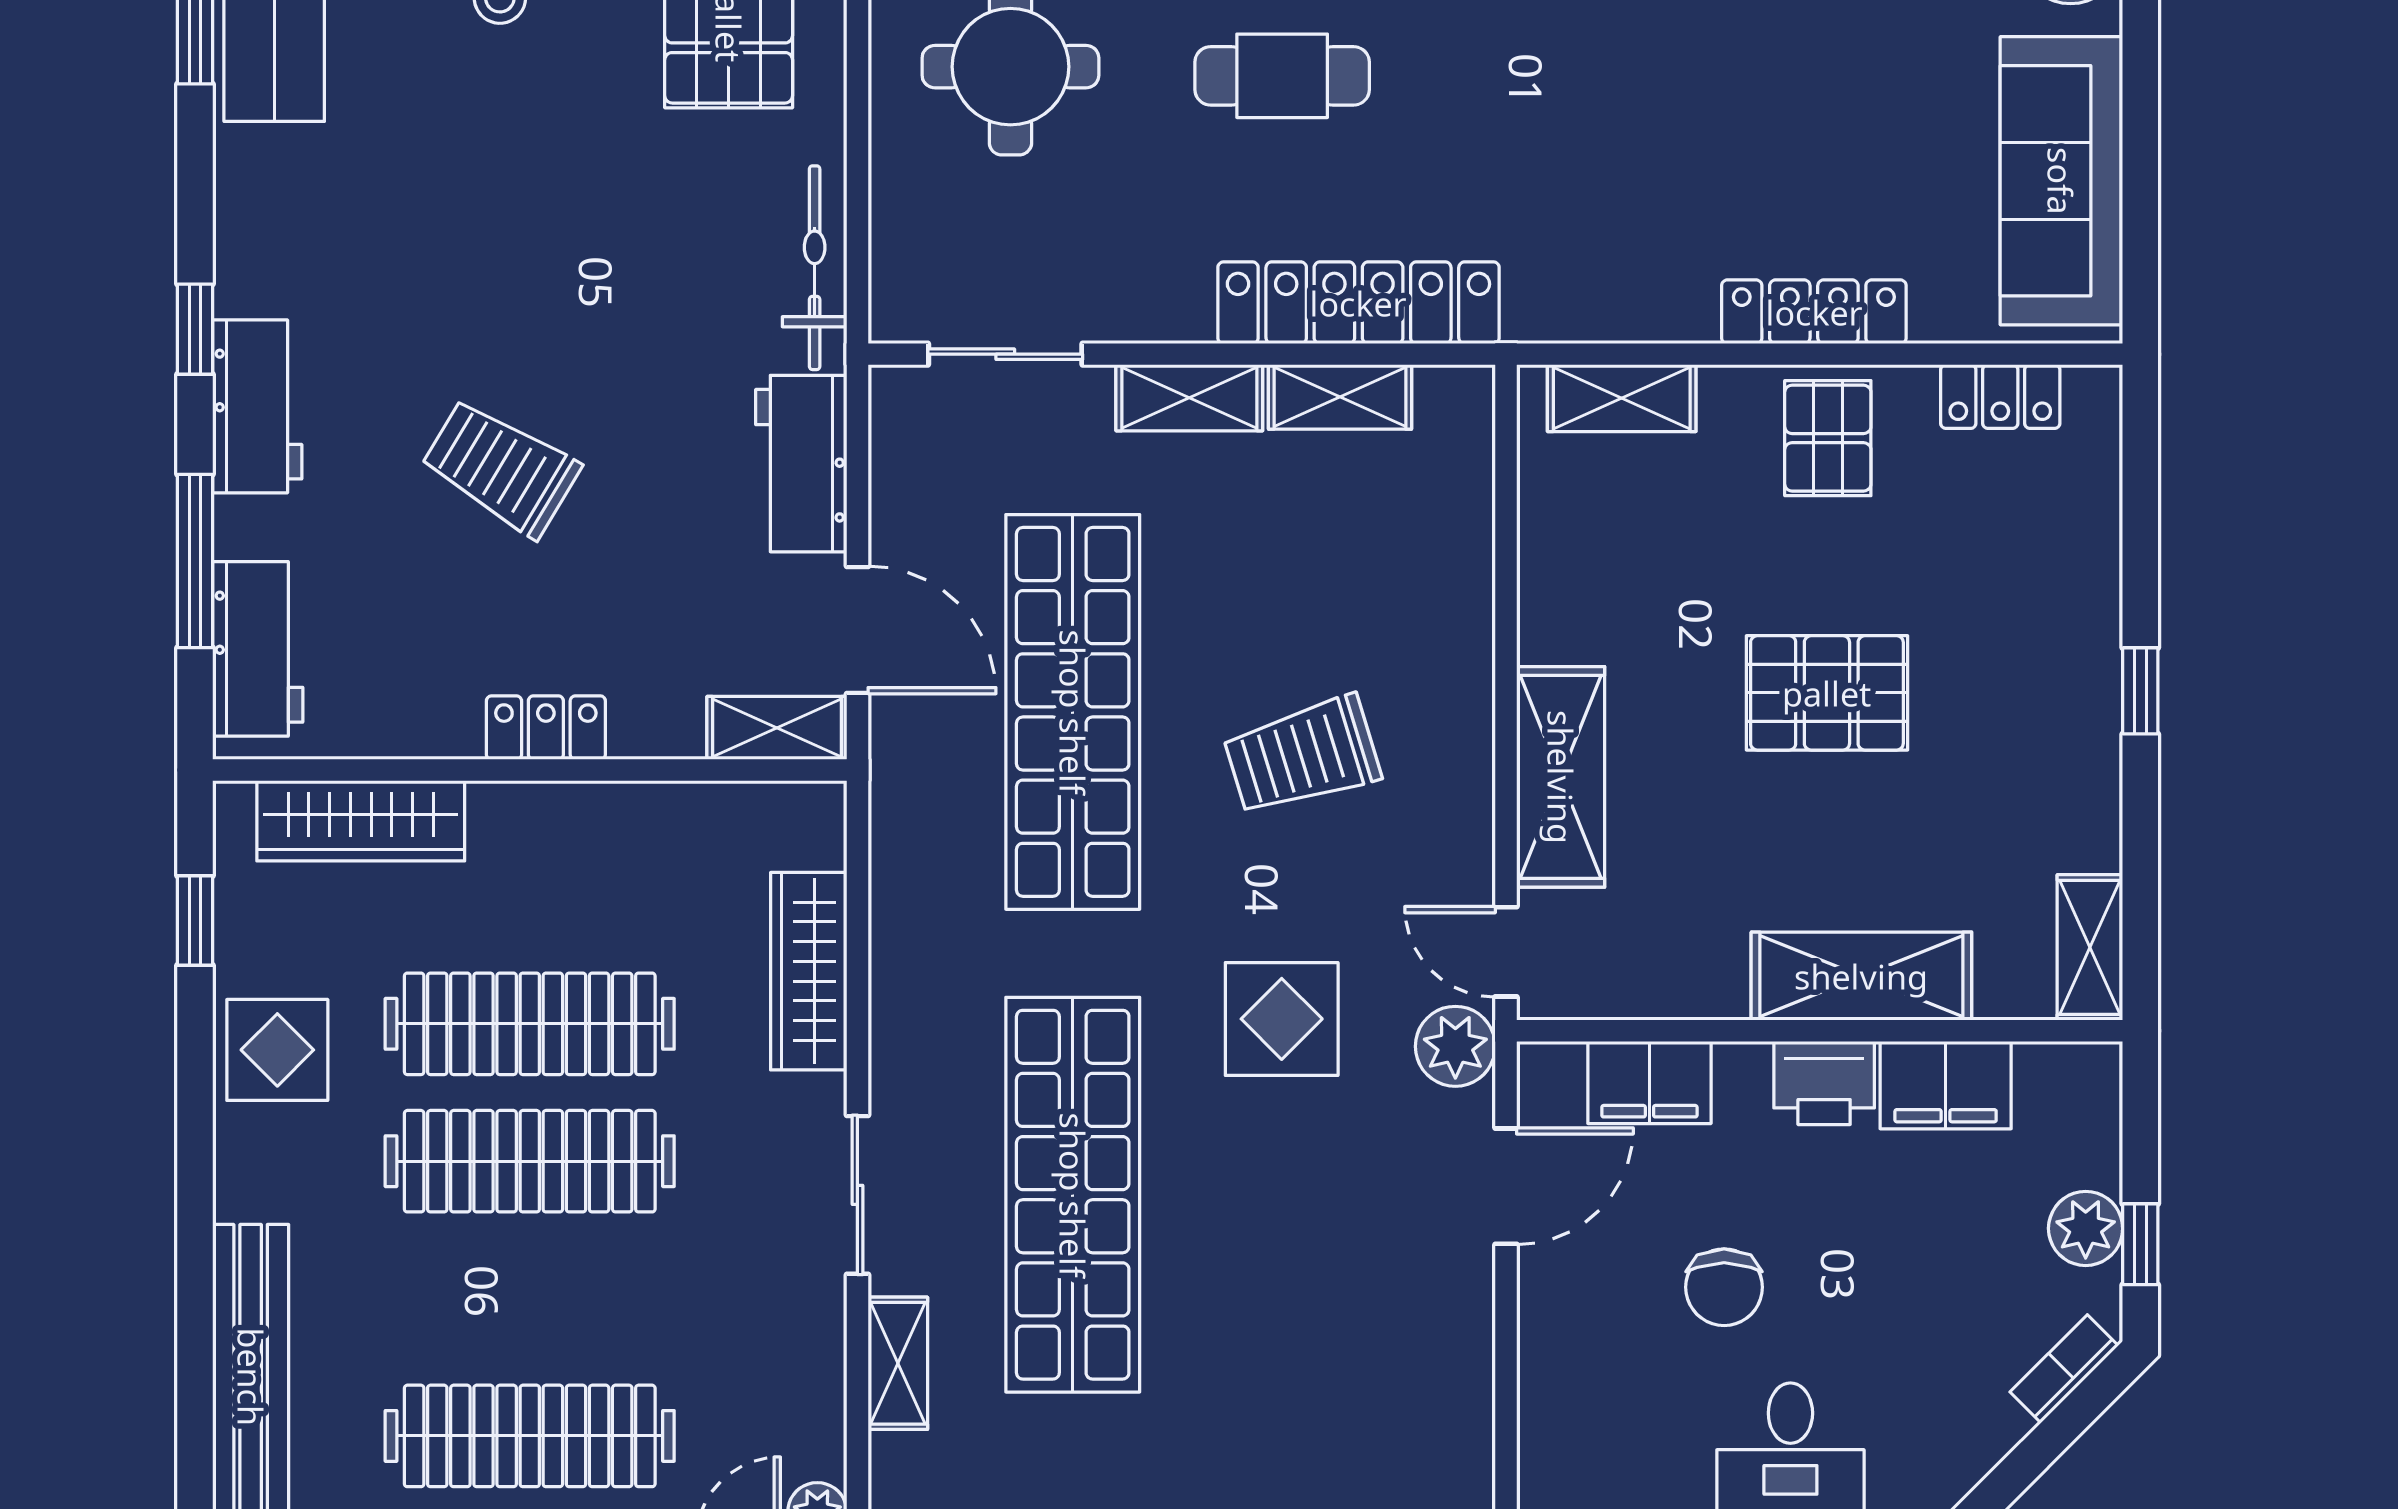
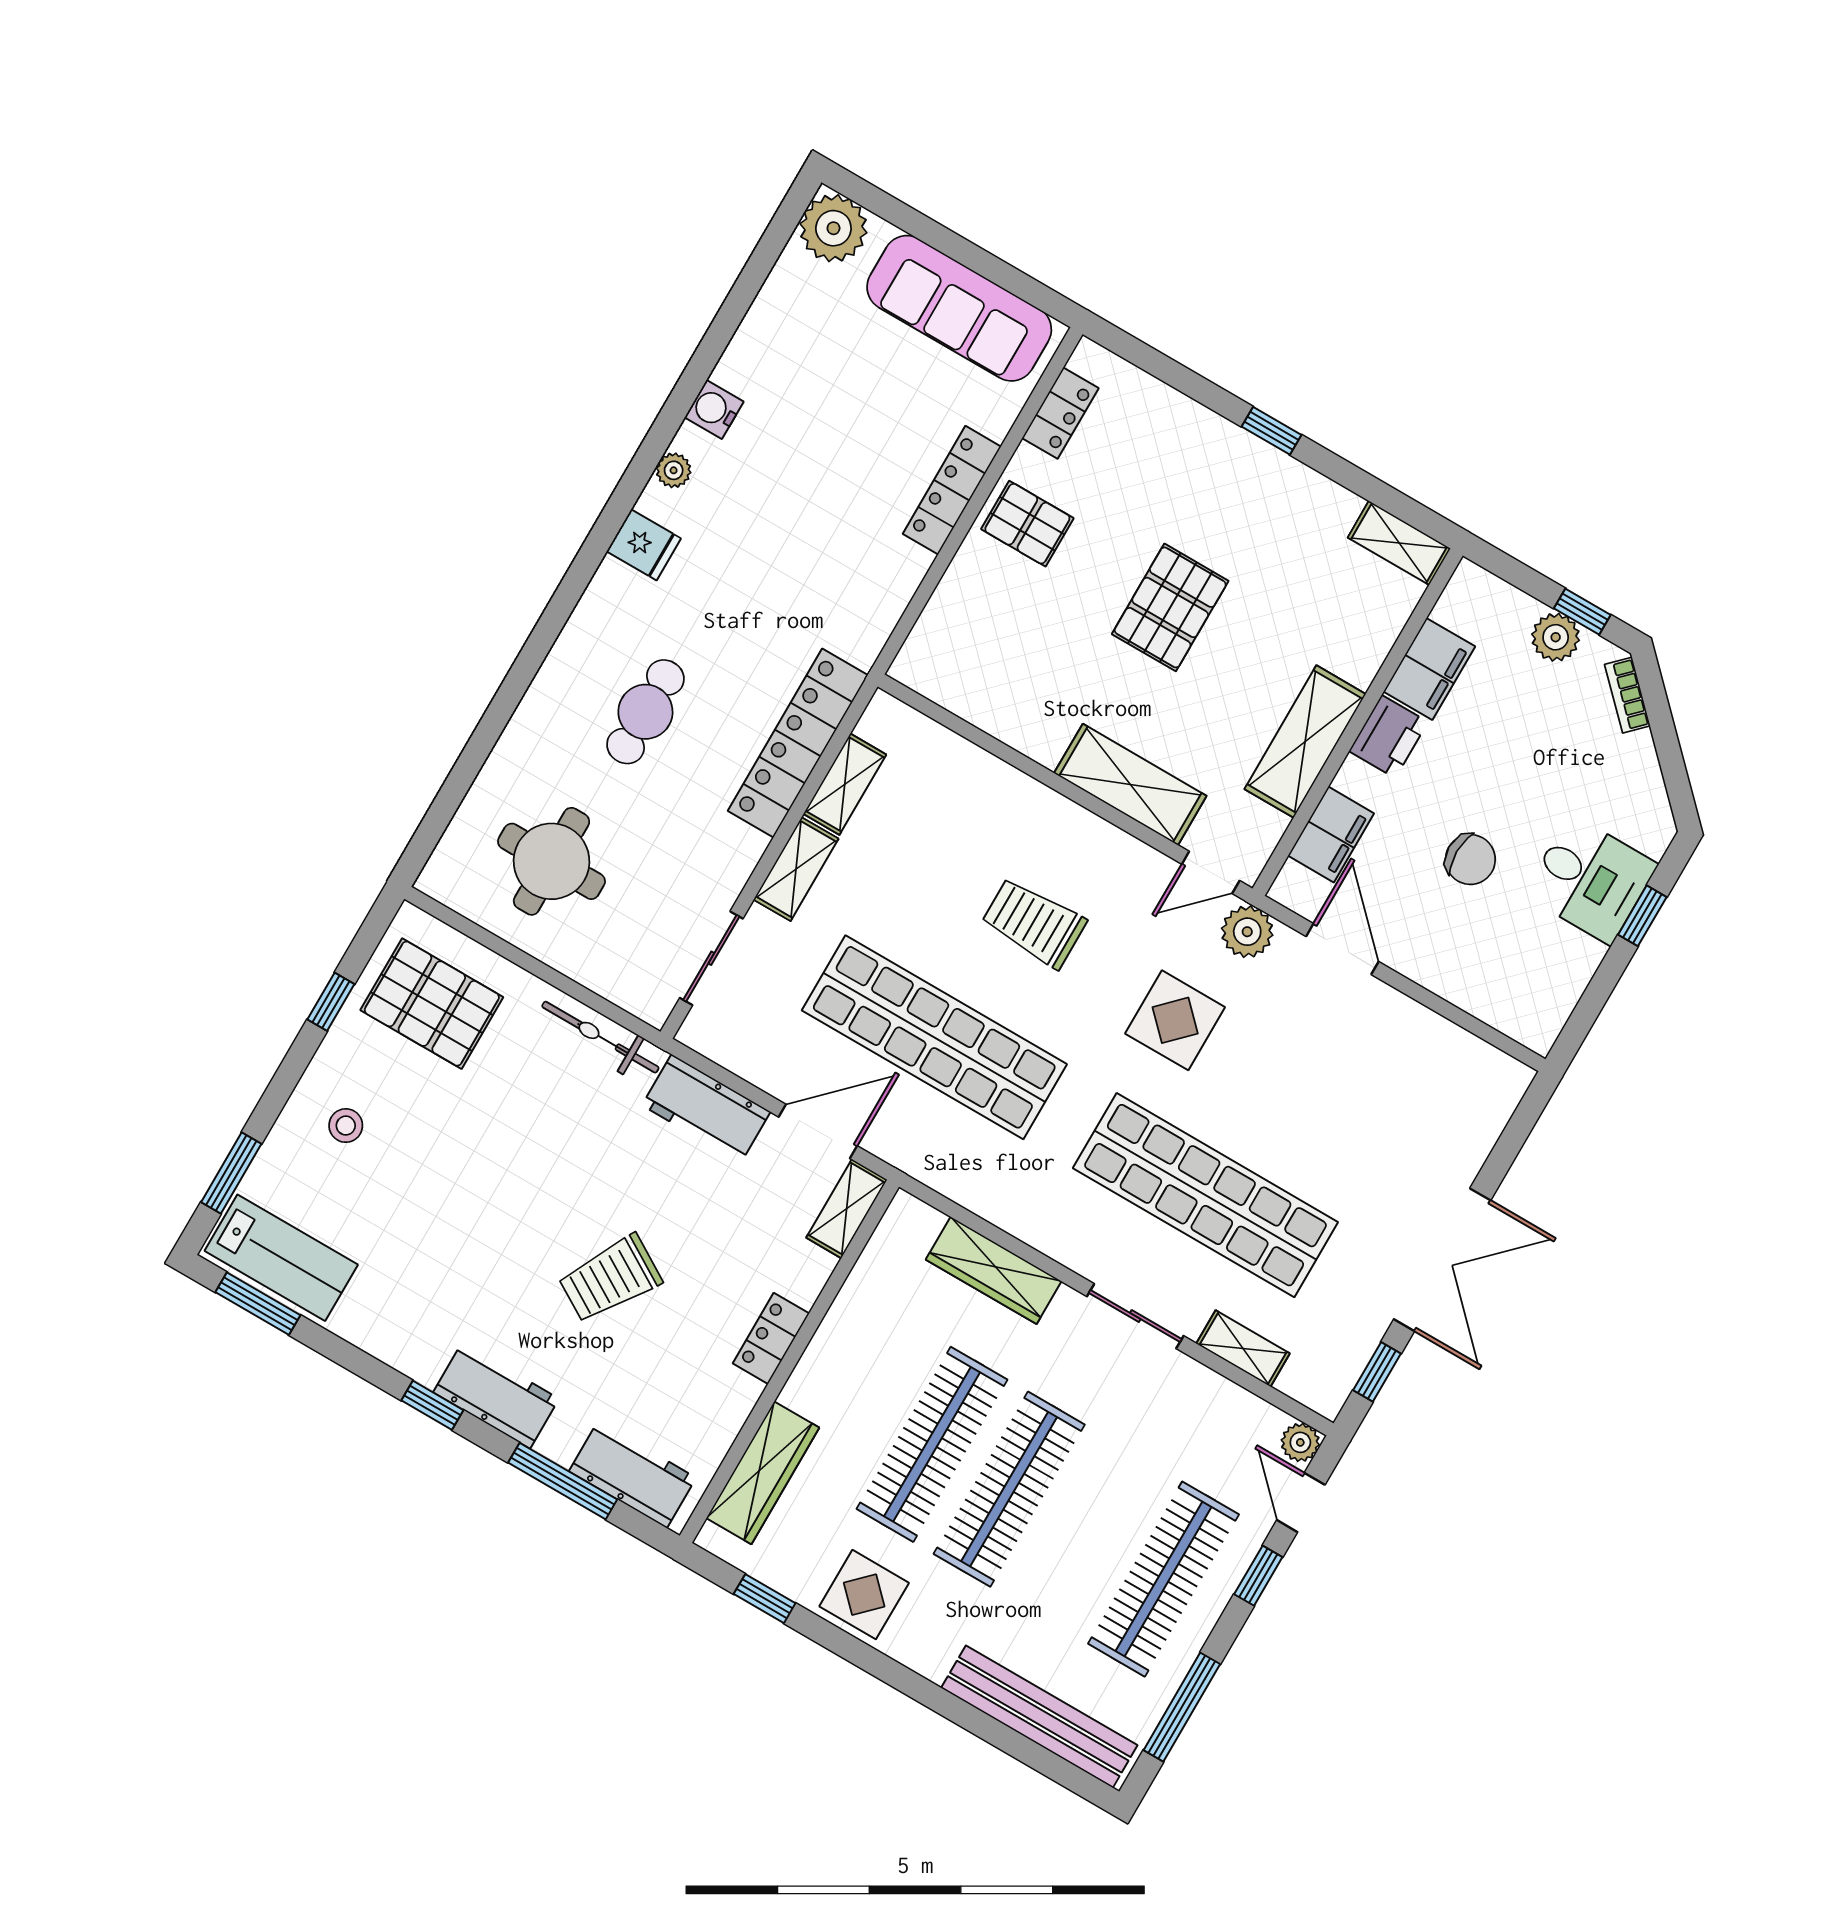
shelving: (1622, 398) -> (938, 626), removed
trolley: (1302, 756) -> (1034, 923), turned 107
shelving: (1861, 976) -> (1305, 742), moved

